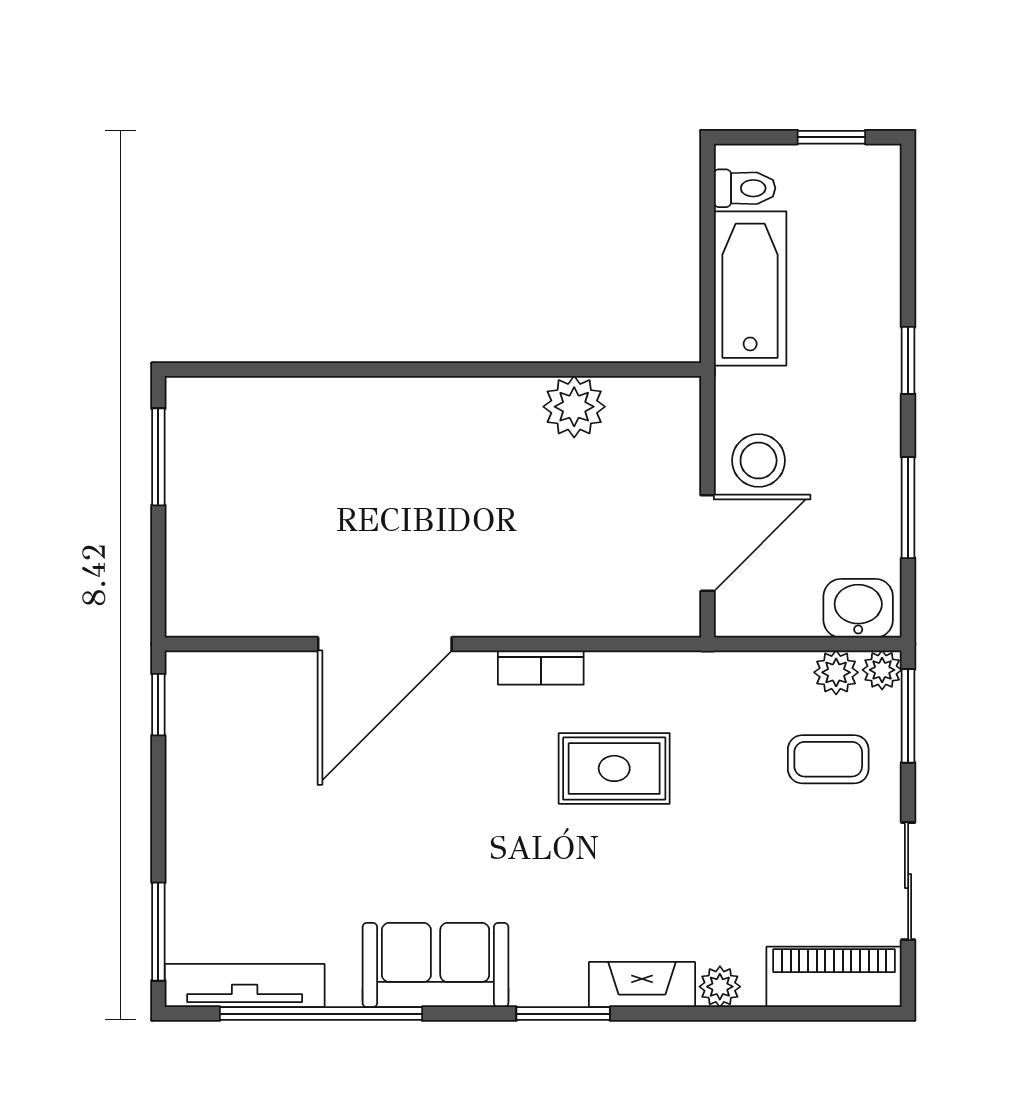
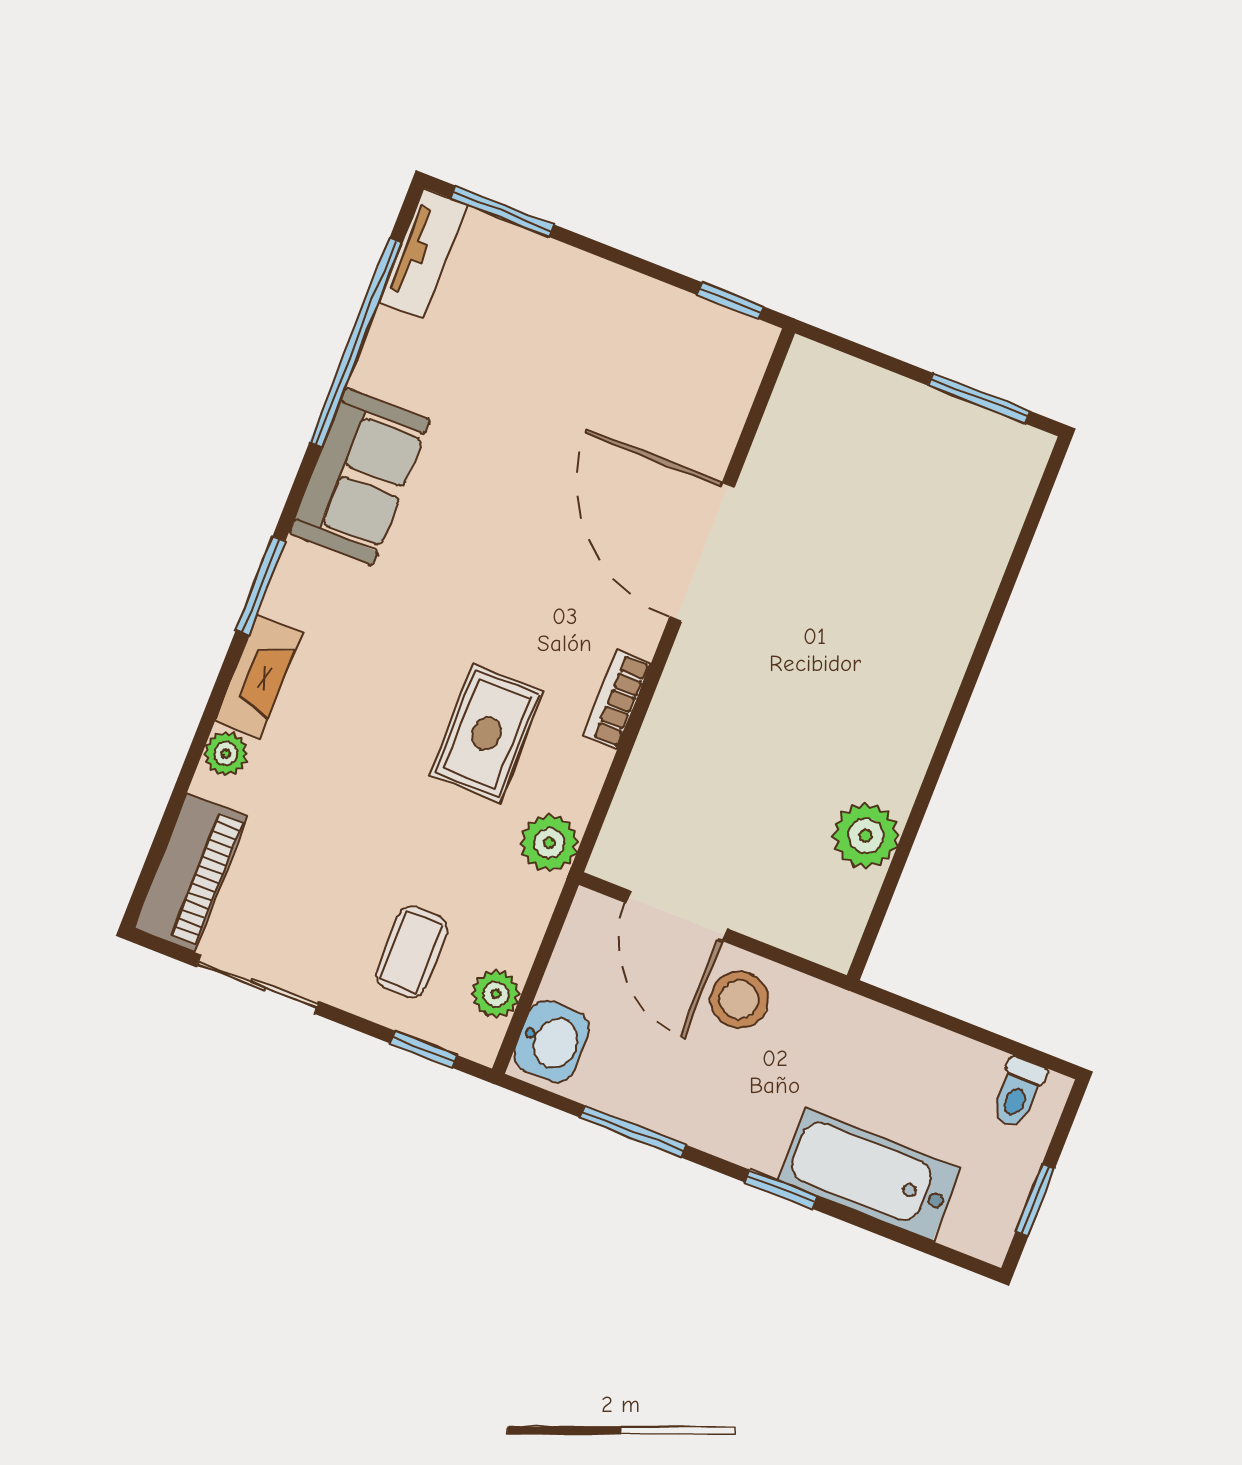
bathtub: (750, 288) -> (869, 1174), moved, turned 180
plant: (882, 670) -> (549, 843), moved, width x1.38, depth x1.38
window: (908, 716) -> (424, 1049), width x0.67
tv unit: (245, 986) -> (423, 253), width x0.71

